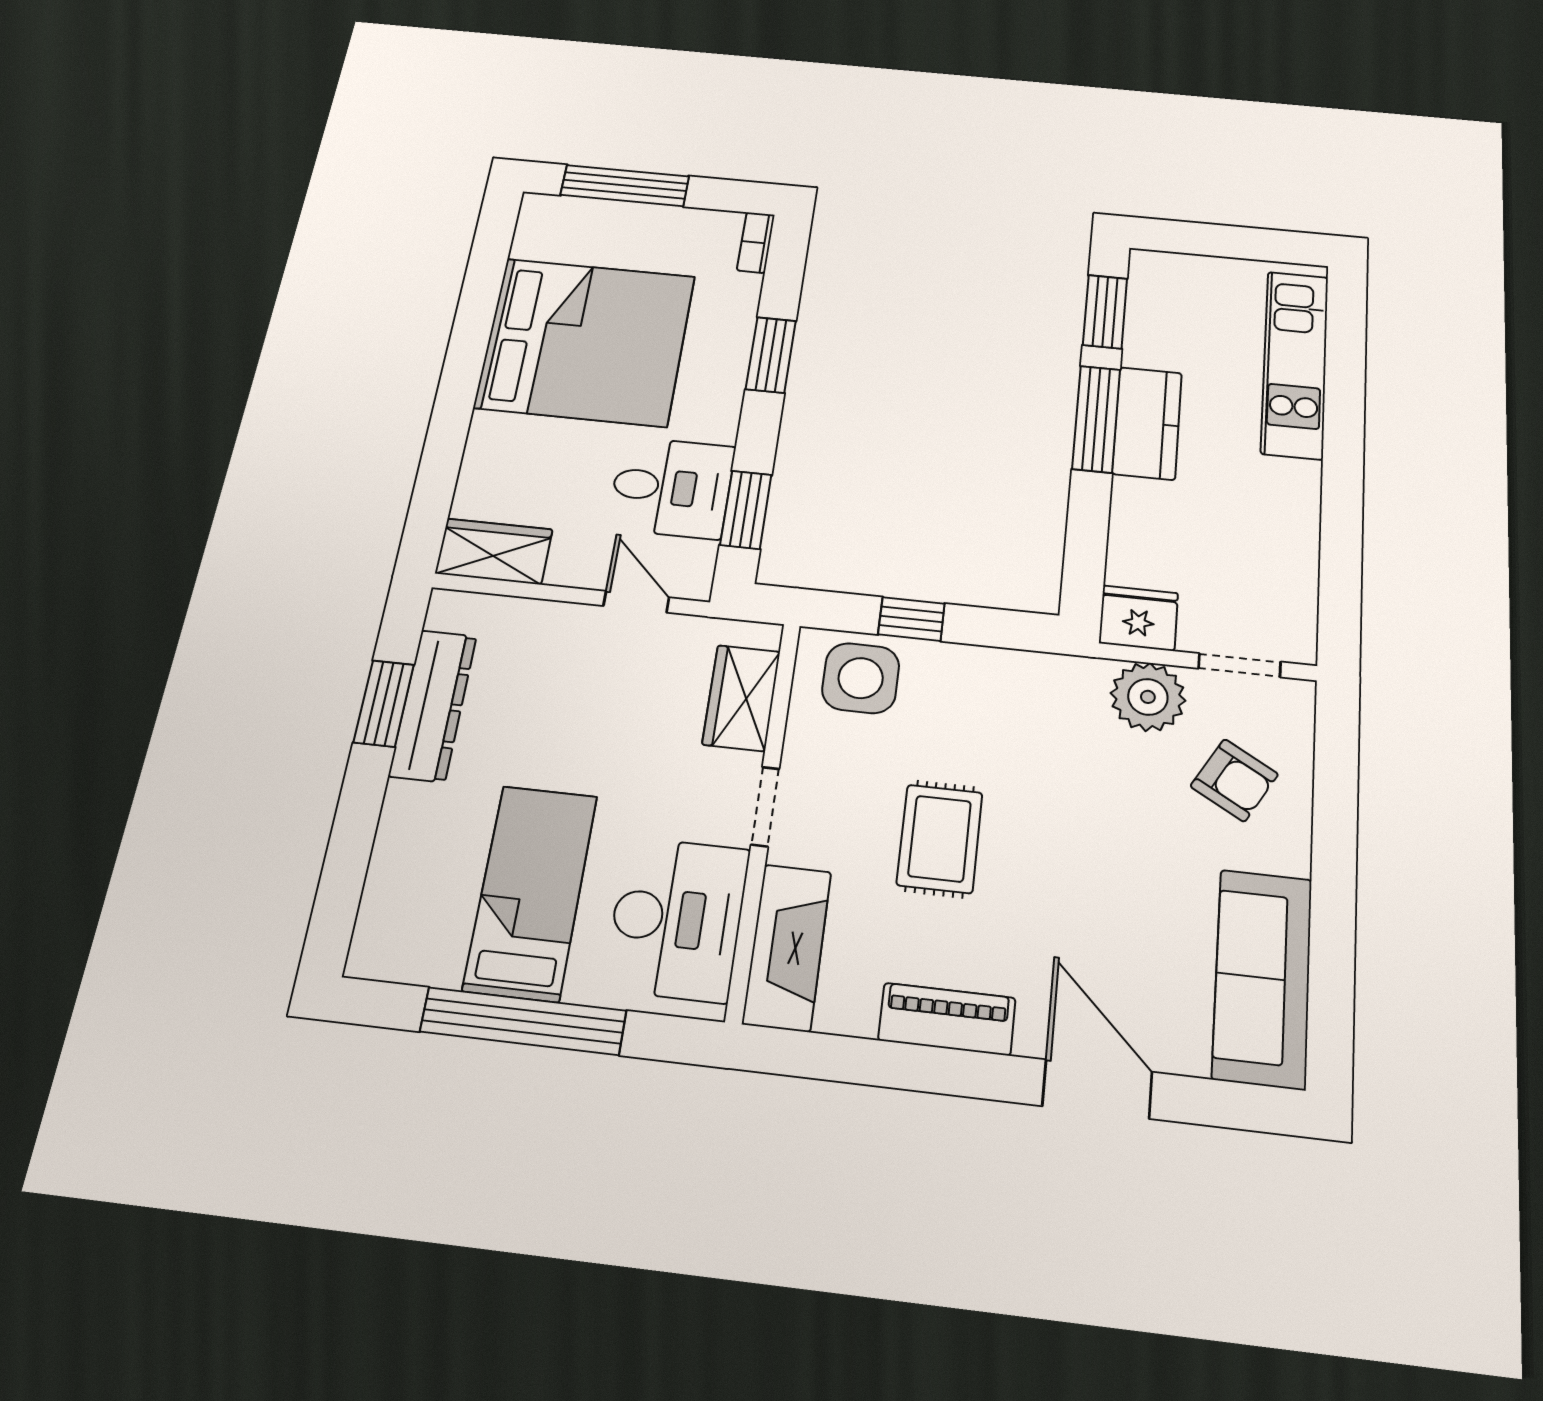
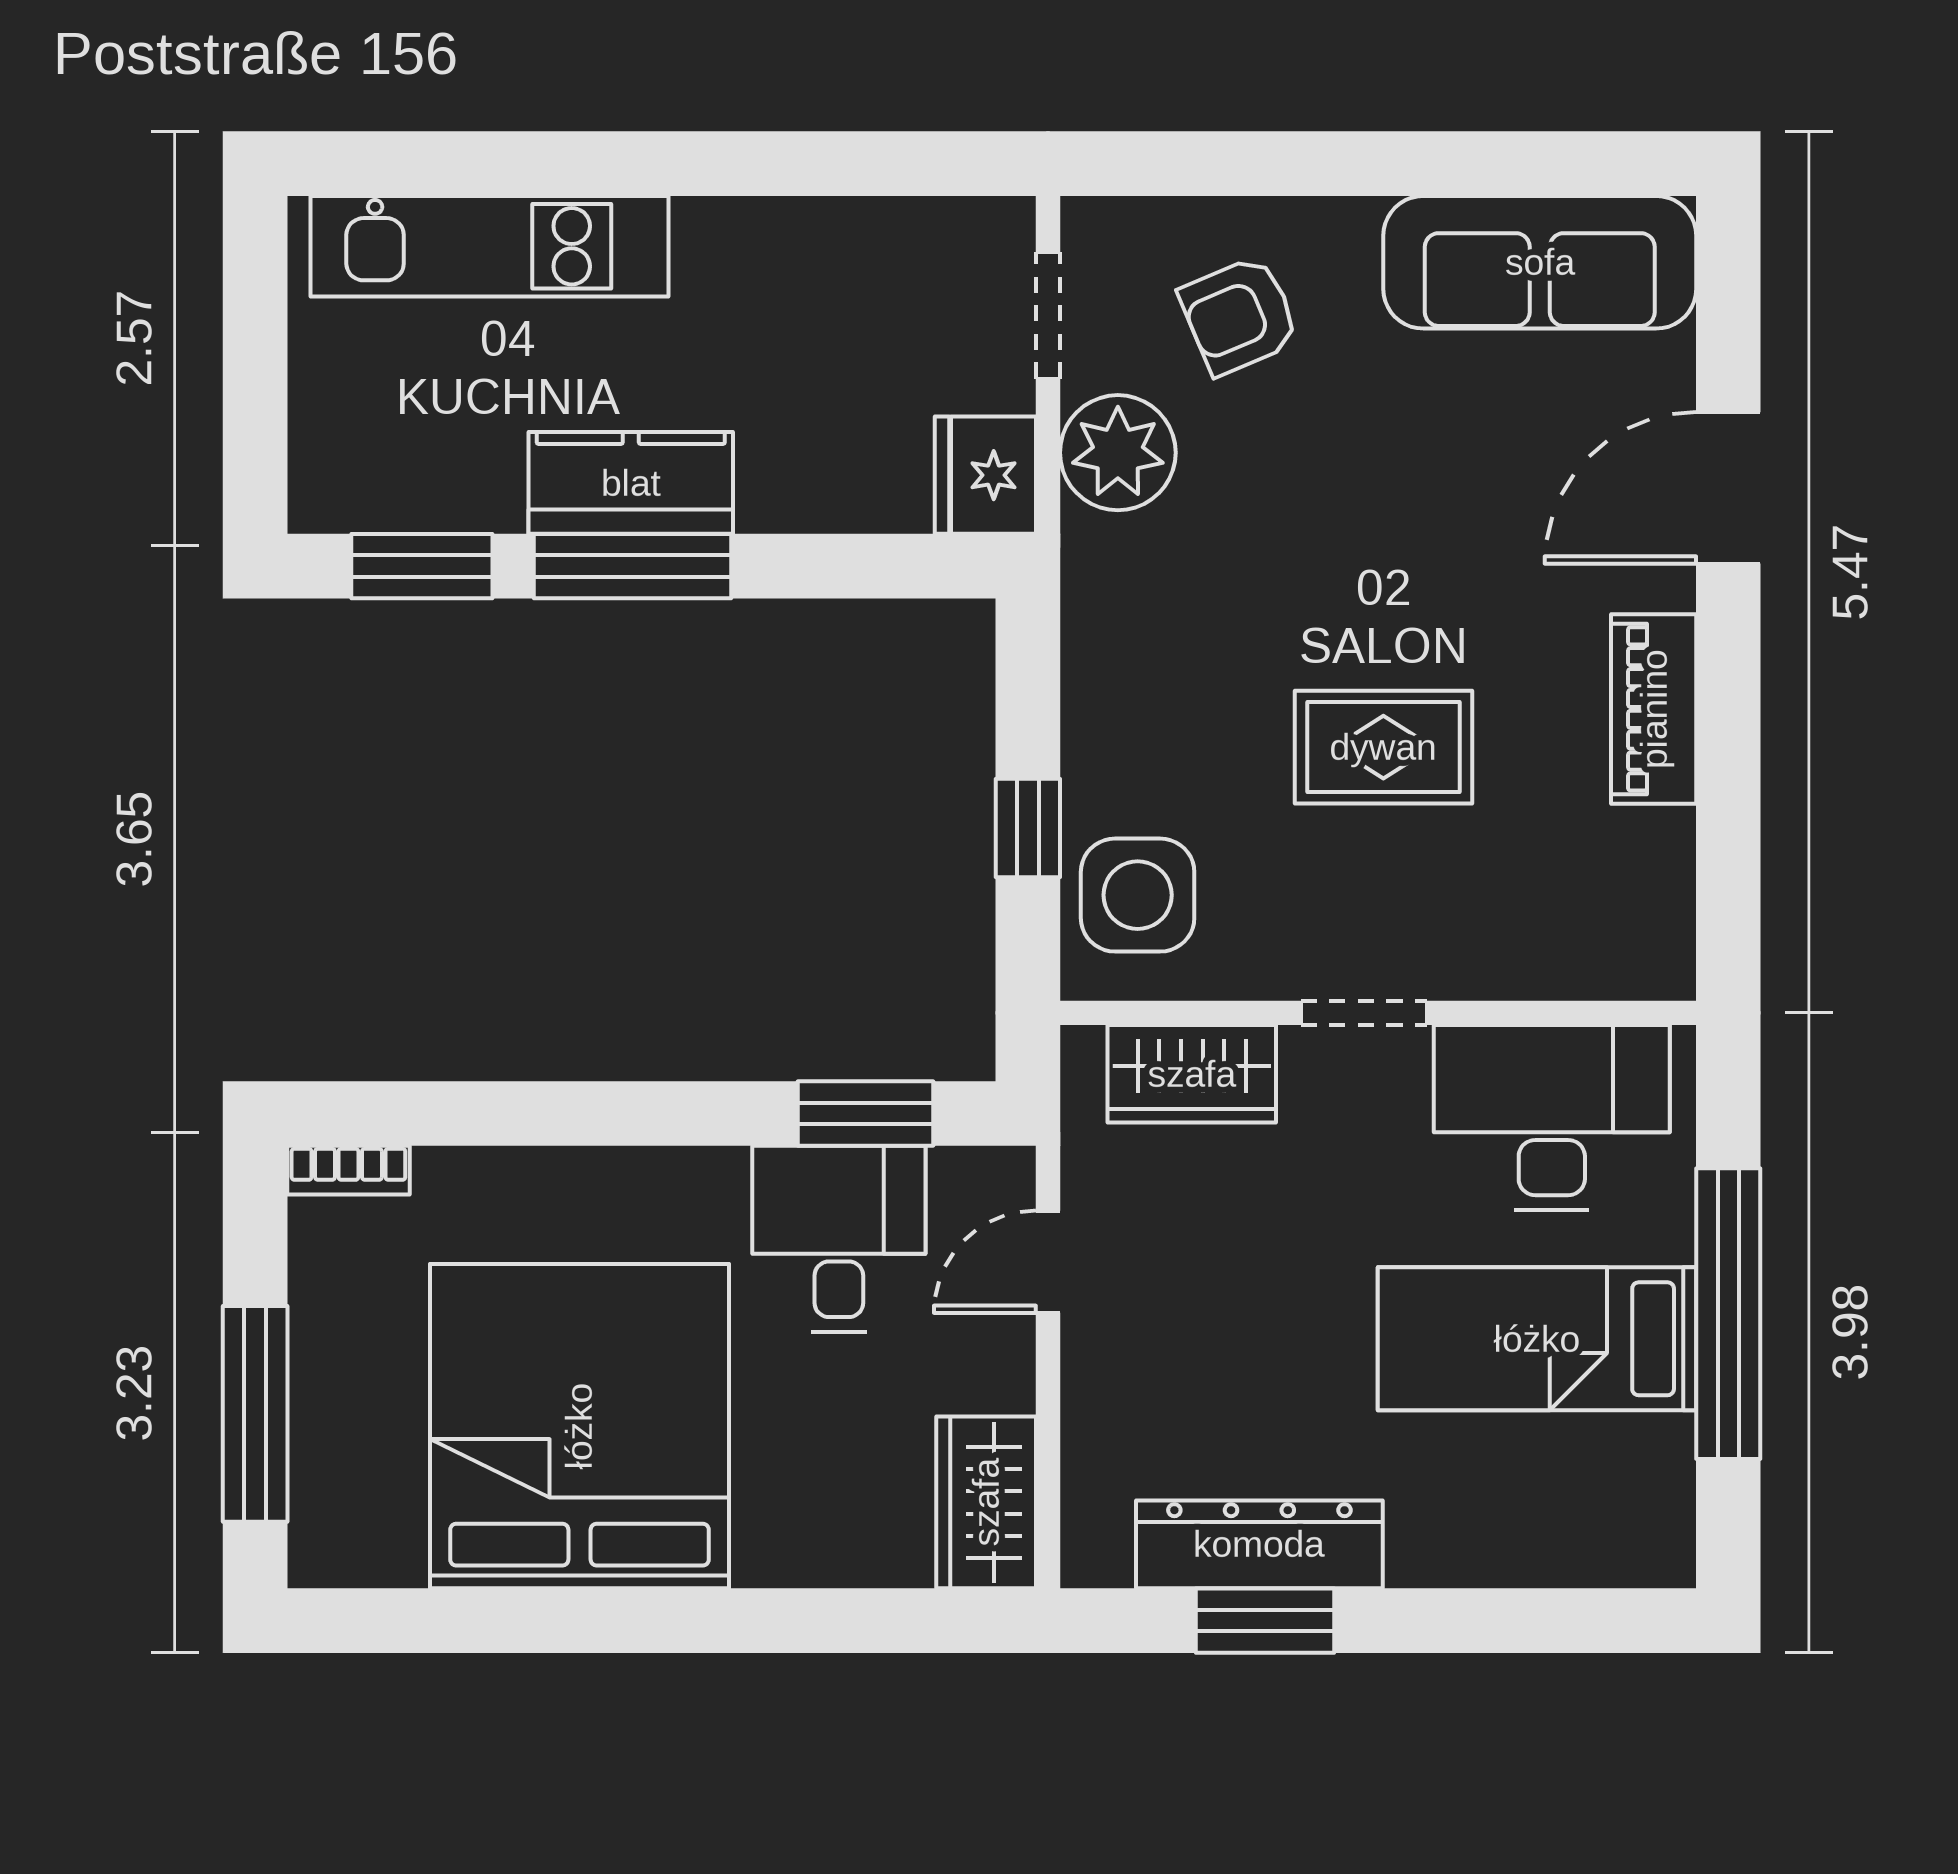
window: (771, 355) -> (571, 1113), removed
armchair: (1234, 780) -> (1239, 315), turned -143
fireplace: (787, 947) -> (1575, 951), removed

